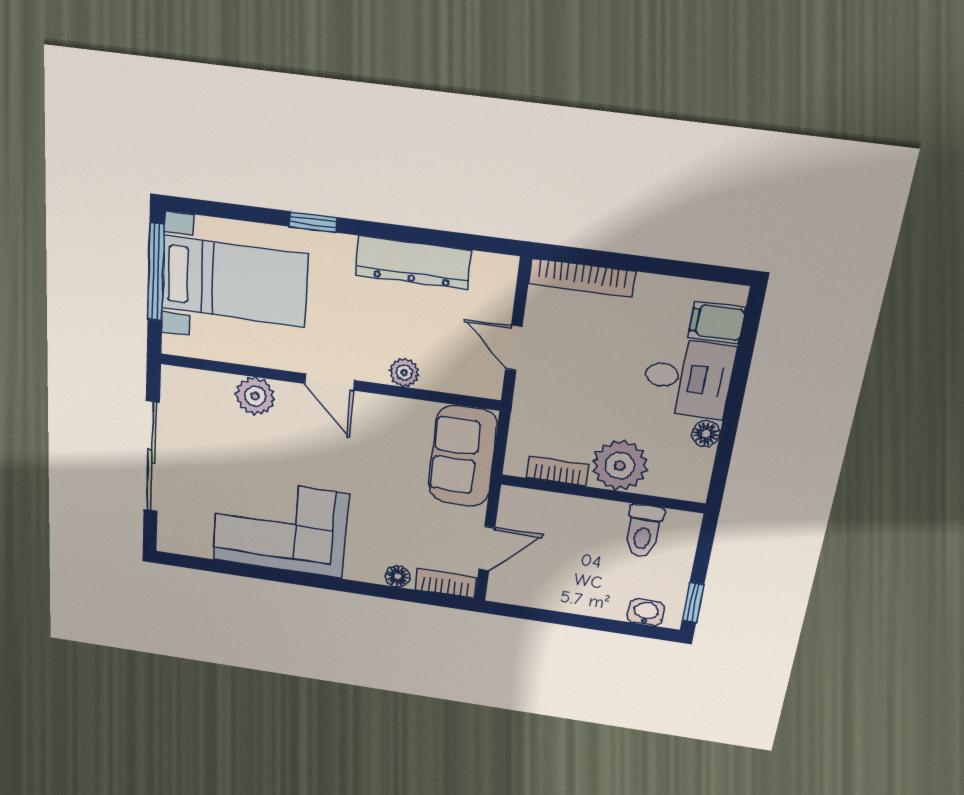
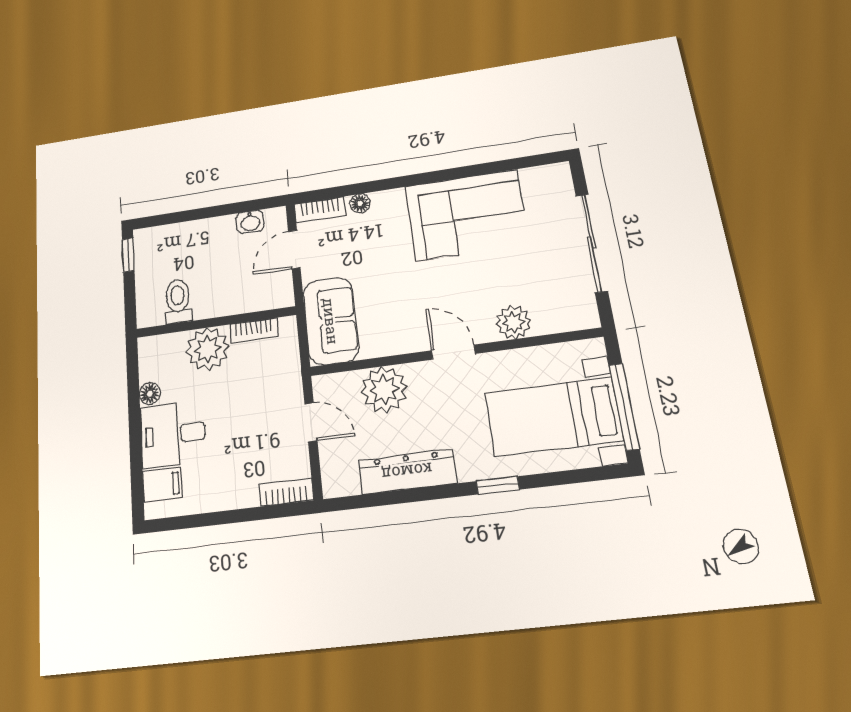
bookcase: (582, 278) -> (286, 492), width x0.64
plant: (404, 373) -> (384, 390), width x1.88, depth x1.88
washbasin: (646, 612) -> (250, 222), moved

